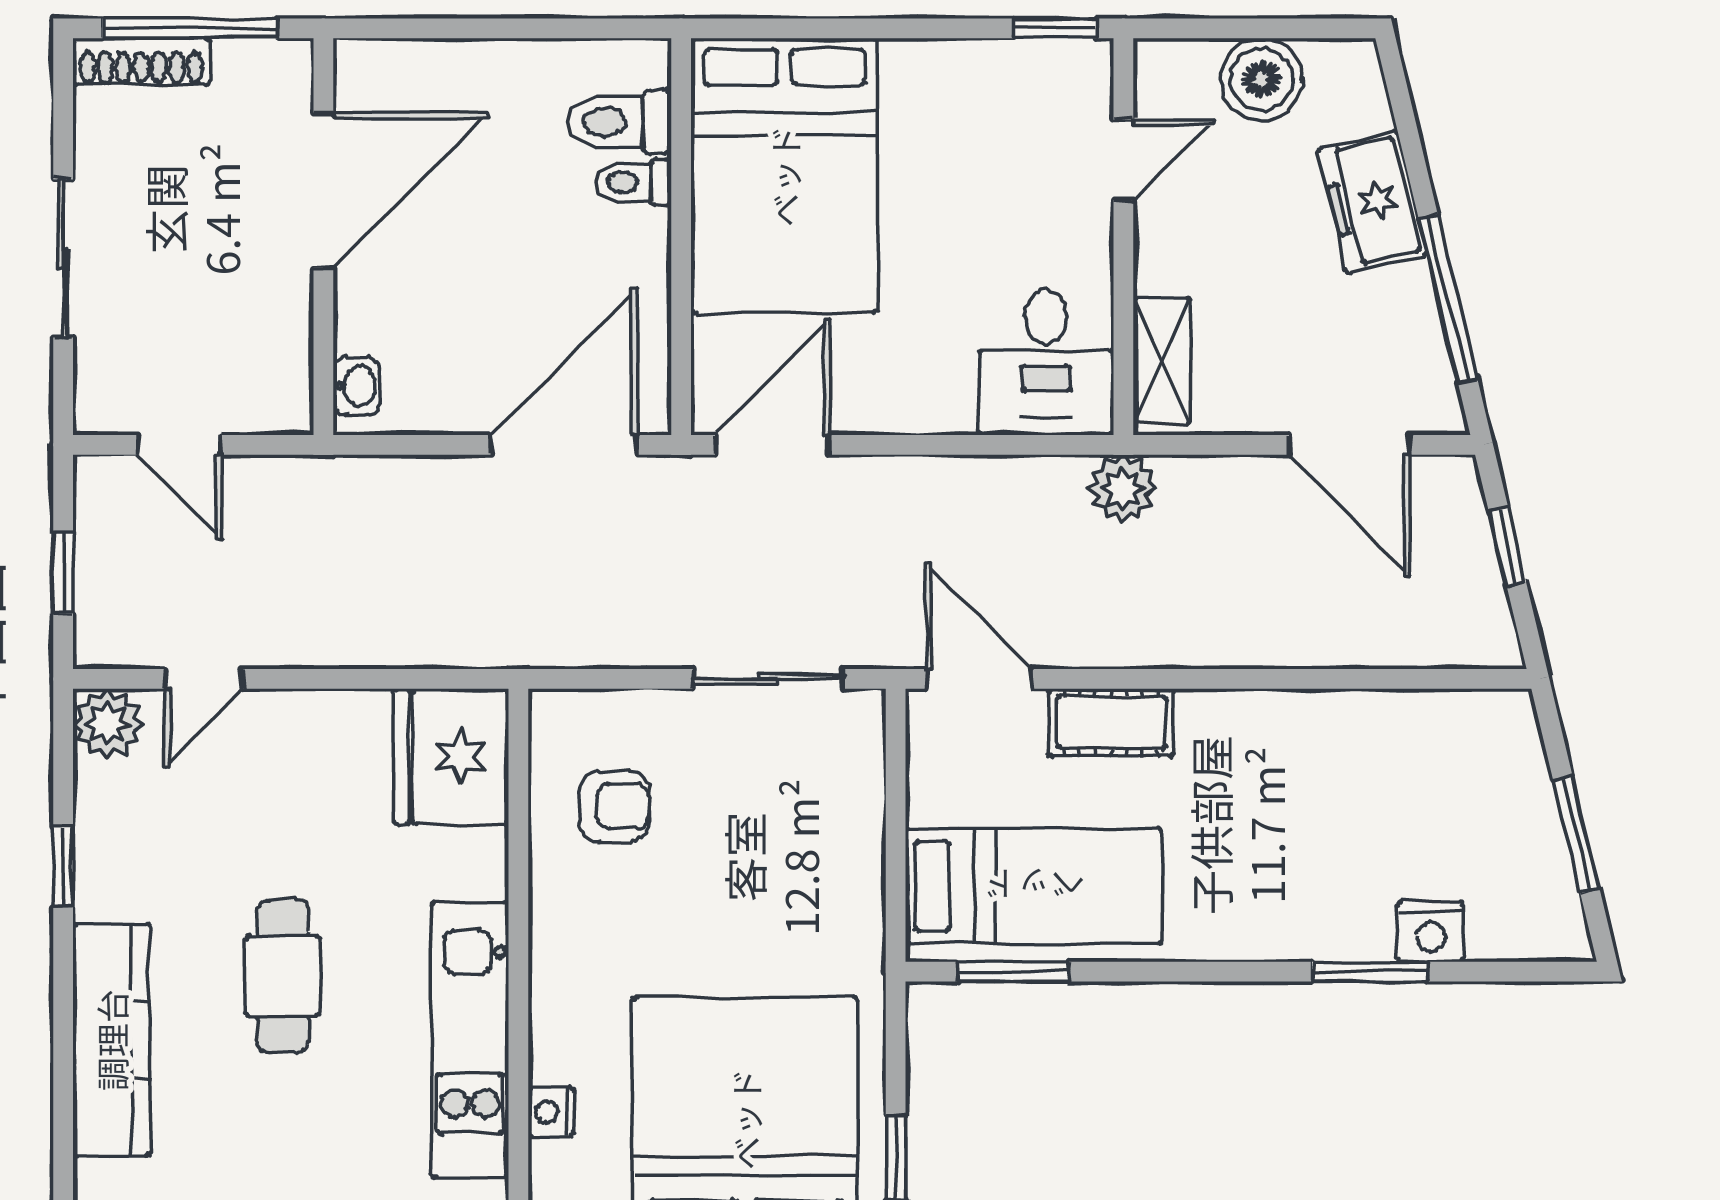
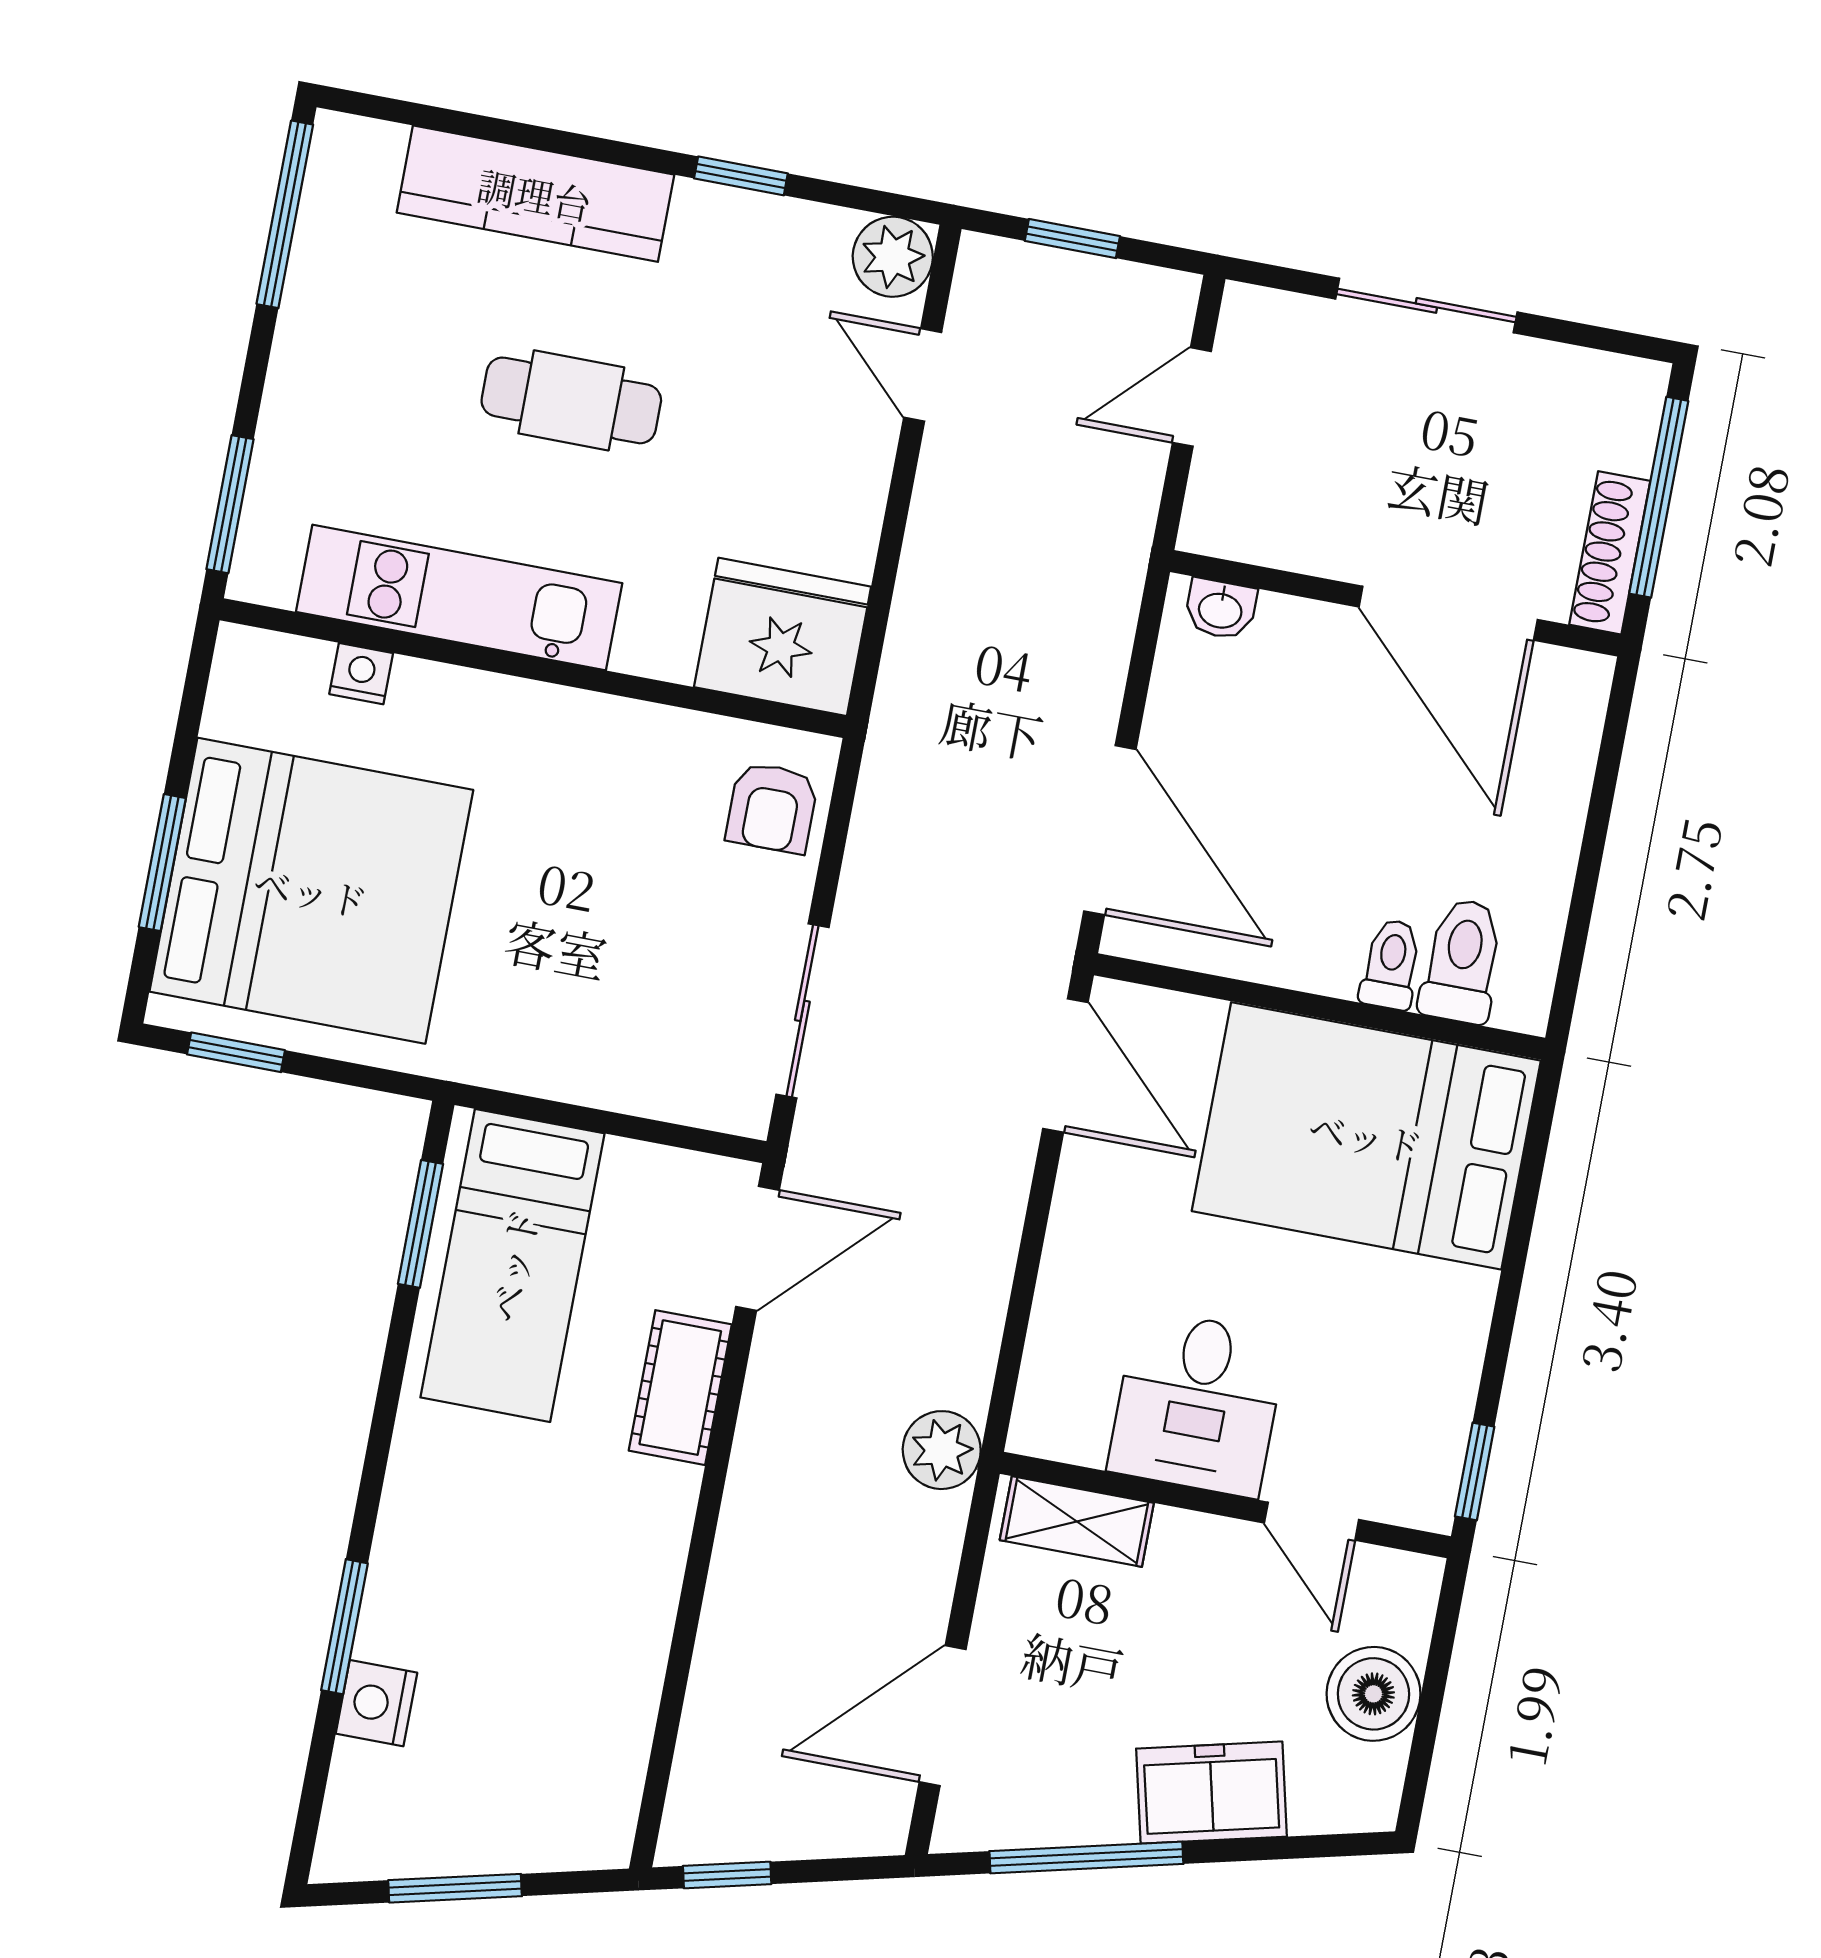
shoe rack: (141, 61) -> (1610, 553), moved
desk: (1046, 362) -> (1197, 1403), moved, turned -90
window: (1507, 547) -> (727, 1875), moved
armchair: (614, 806) -> (772, 808), moved

